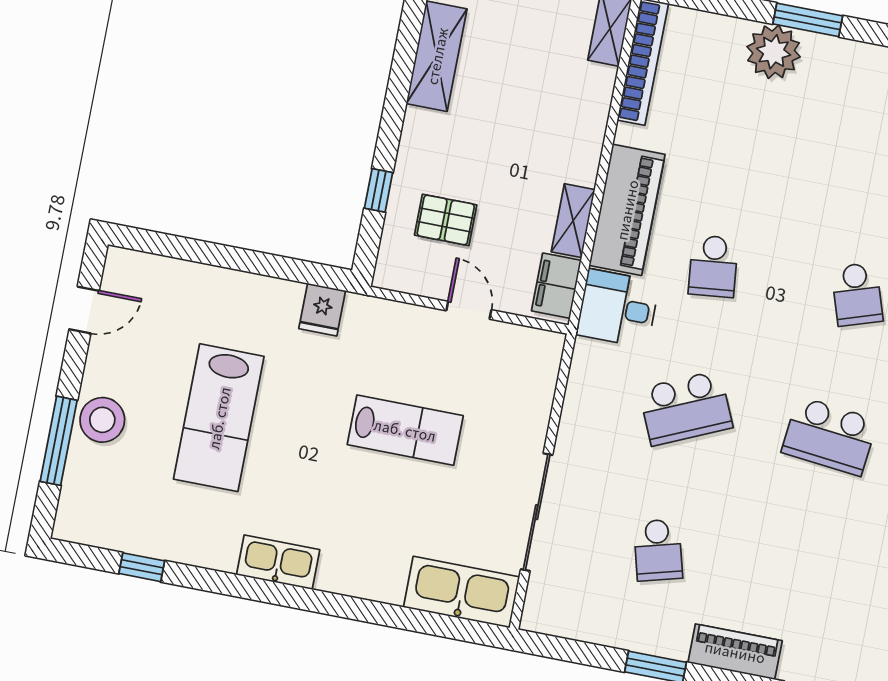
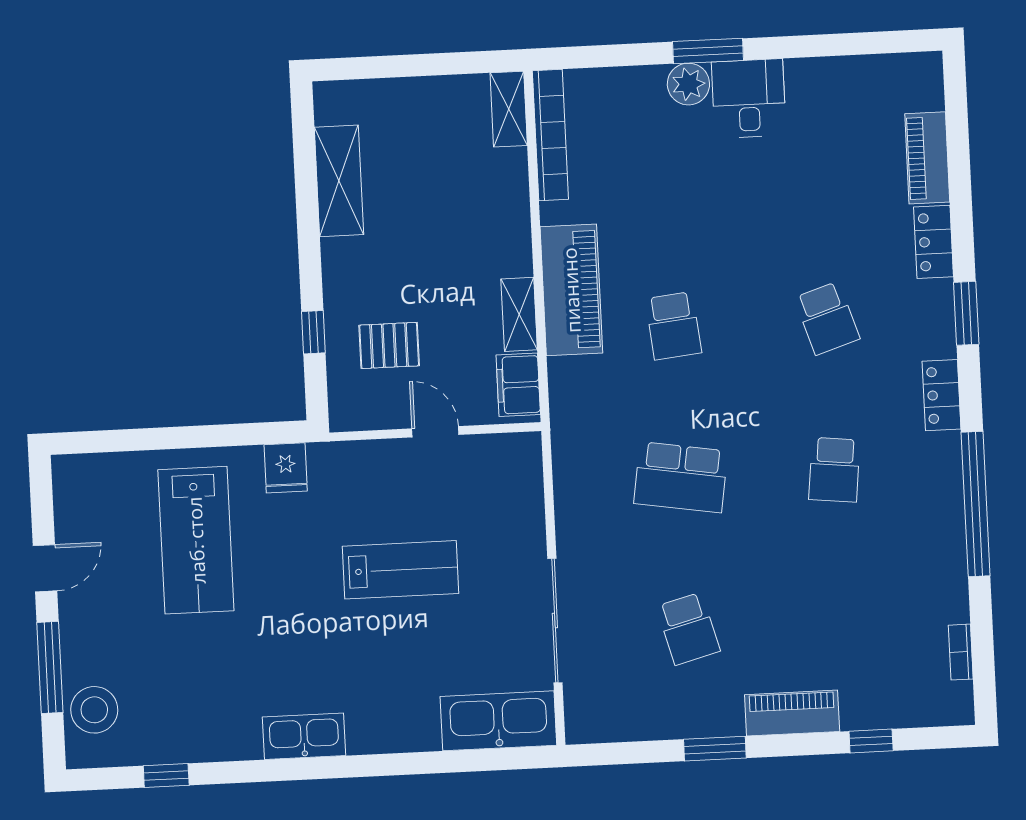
plant: (774, 52) -> (688, 84), width x0.73, depth x0.73
desk: (618, 308) -> (749, 98), moved, turned 90
door: (84, 310) -> (45, 568), moved
school desk: (686, 408) -> (681, 477), turned 33
lab bench: (219, 418) -> (196, 540), moved
stool: (102, 420) -> (94, 710), moved
school desk: (829, 436) -> (834, 470), width x0.54

